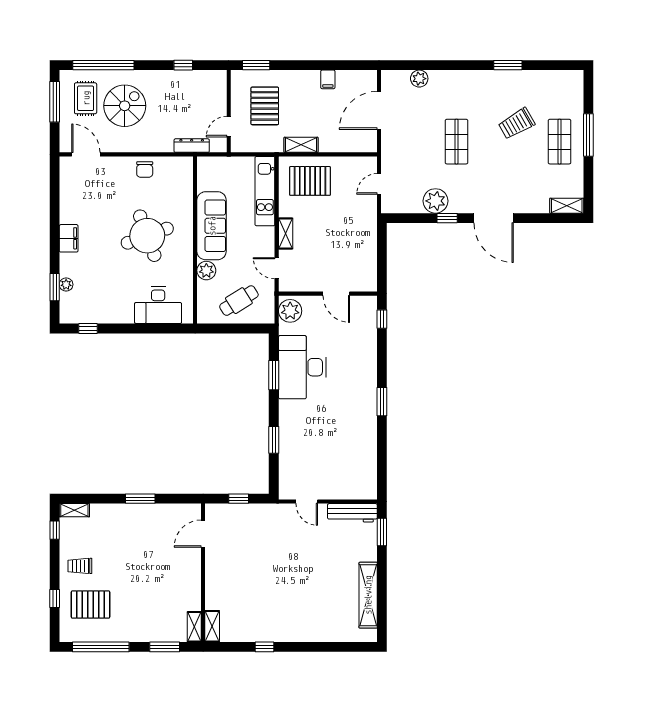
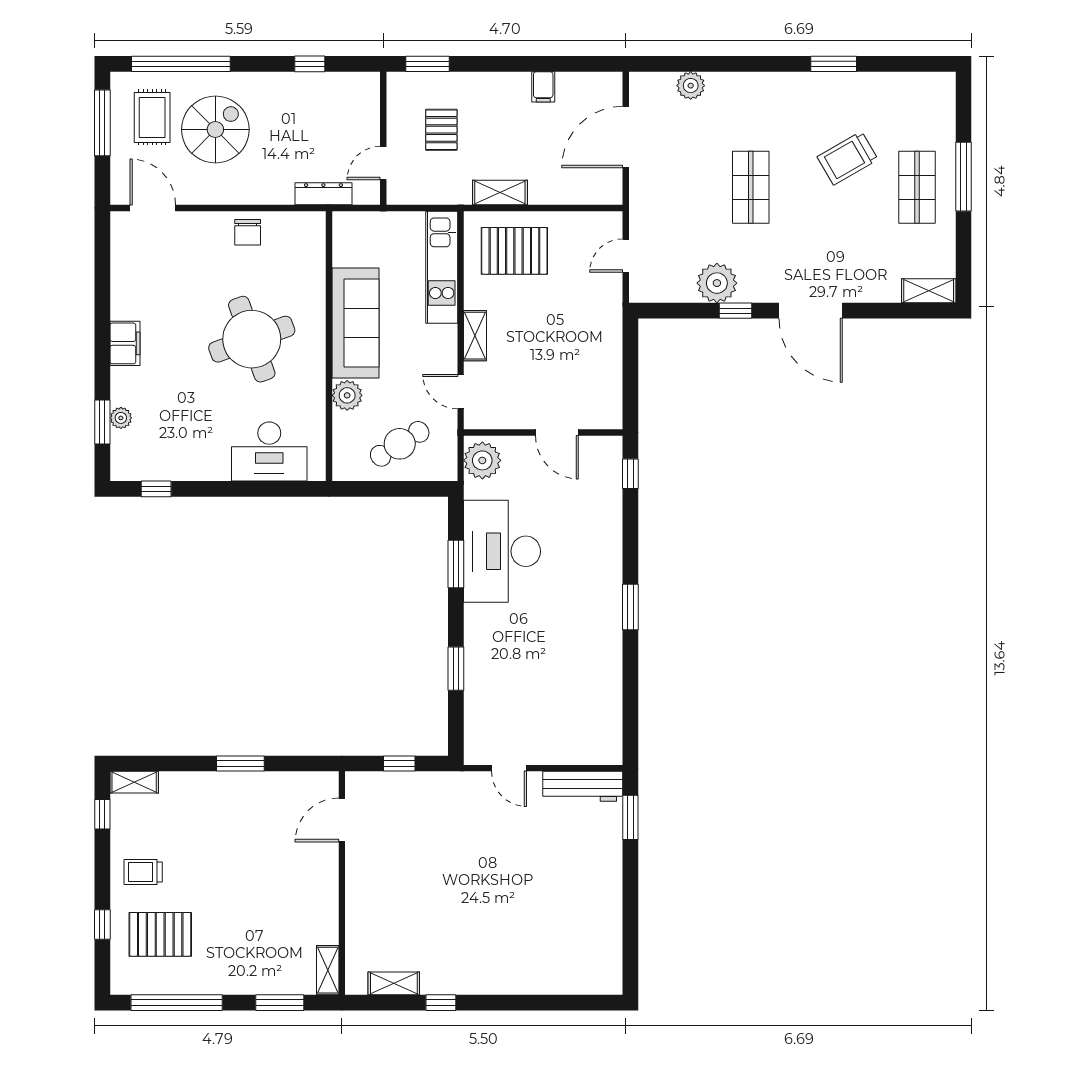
pallet: (265, 106) -> (441, 130), width x0.67, depth x0.71
shelving: (368, 595) -> (608, 919), removed
shelving: (212, 626) -> (394, 983), moved, turned 90

